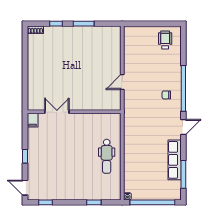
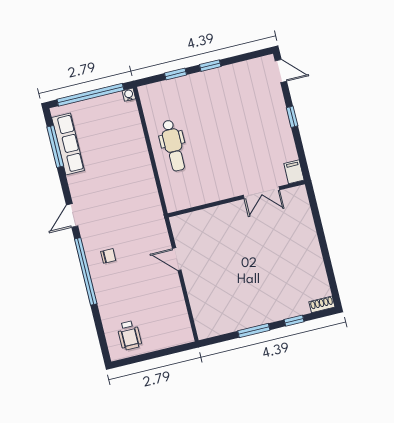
door: (122, 82) -> (177, 259), swing flipped
dental chair: (107, 156) -> (173, 145), turned 180
row of seats: (175, 160) -> (68, 144), moved
window: (45, 202) -> (210, 66), moved

